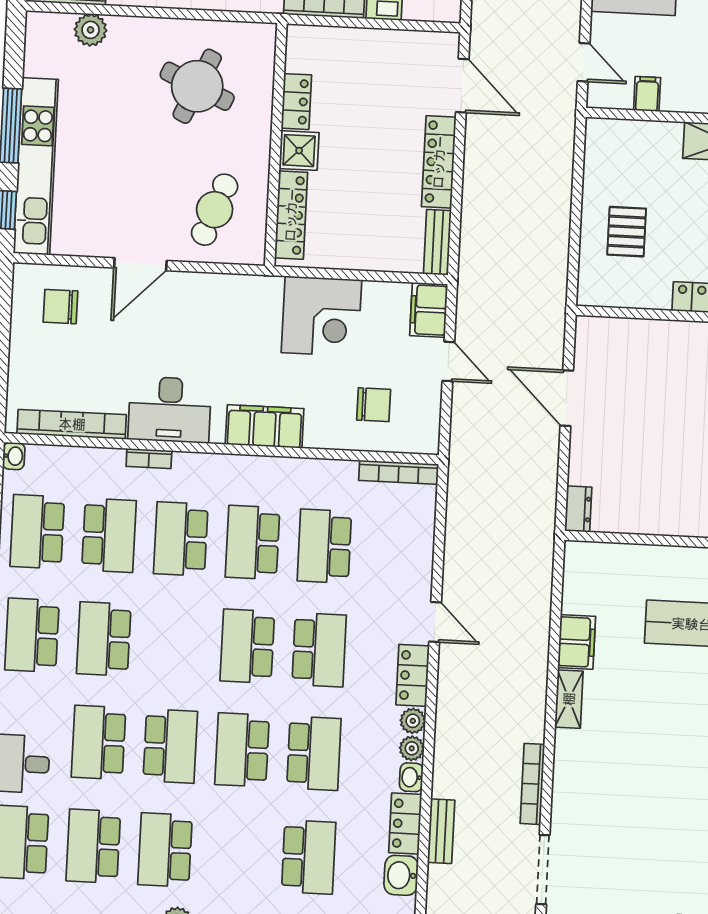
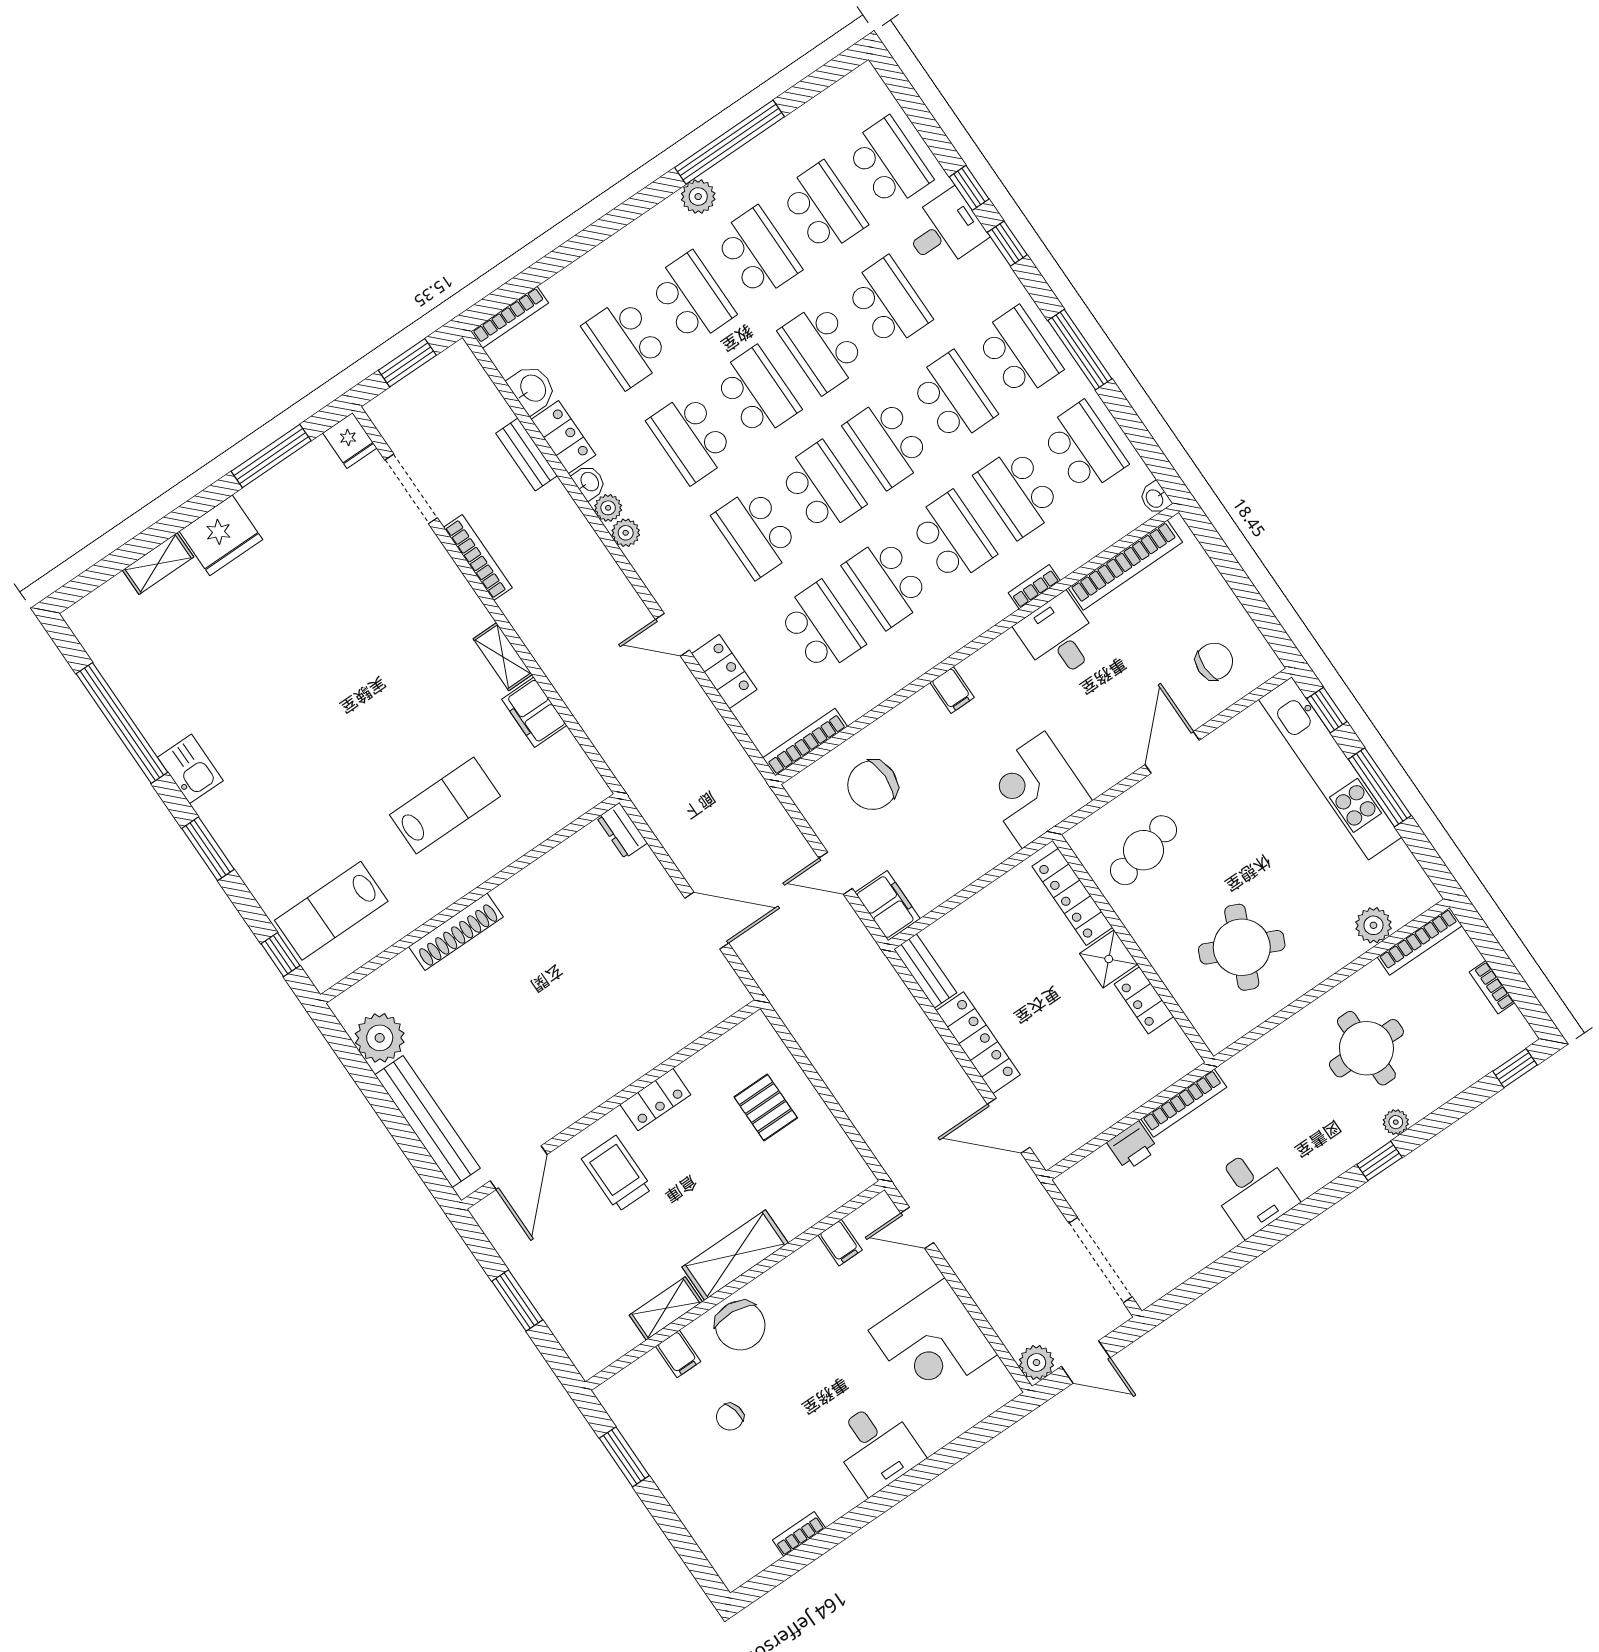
cafe table: (215, 210) -> (1143, 850), turned 56
corner desk: (322, 316) -> (1033, 790), moved
chair: (374, 405) -> (872, 785), width x1.37, depth x1.37
desk: (170, 410) -> (1059, 637), width x0.73
filing cabinet: (265, 426) -> (952, 690), width x0.33, depth x0.86
school desk: (253, 543) -> (887, 582), turned 180
school desk: (176, 643) -> (887, 442), added
locker: (413, 675) -> (724, 672), moved
school desk: (237, 853) -> (692, 298), added

